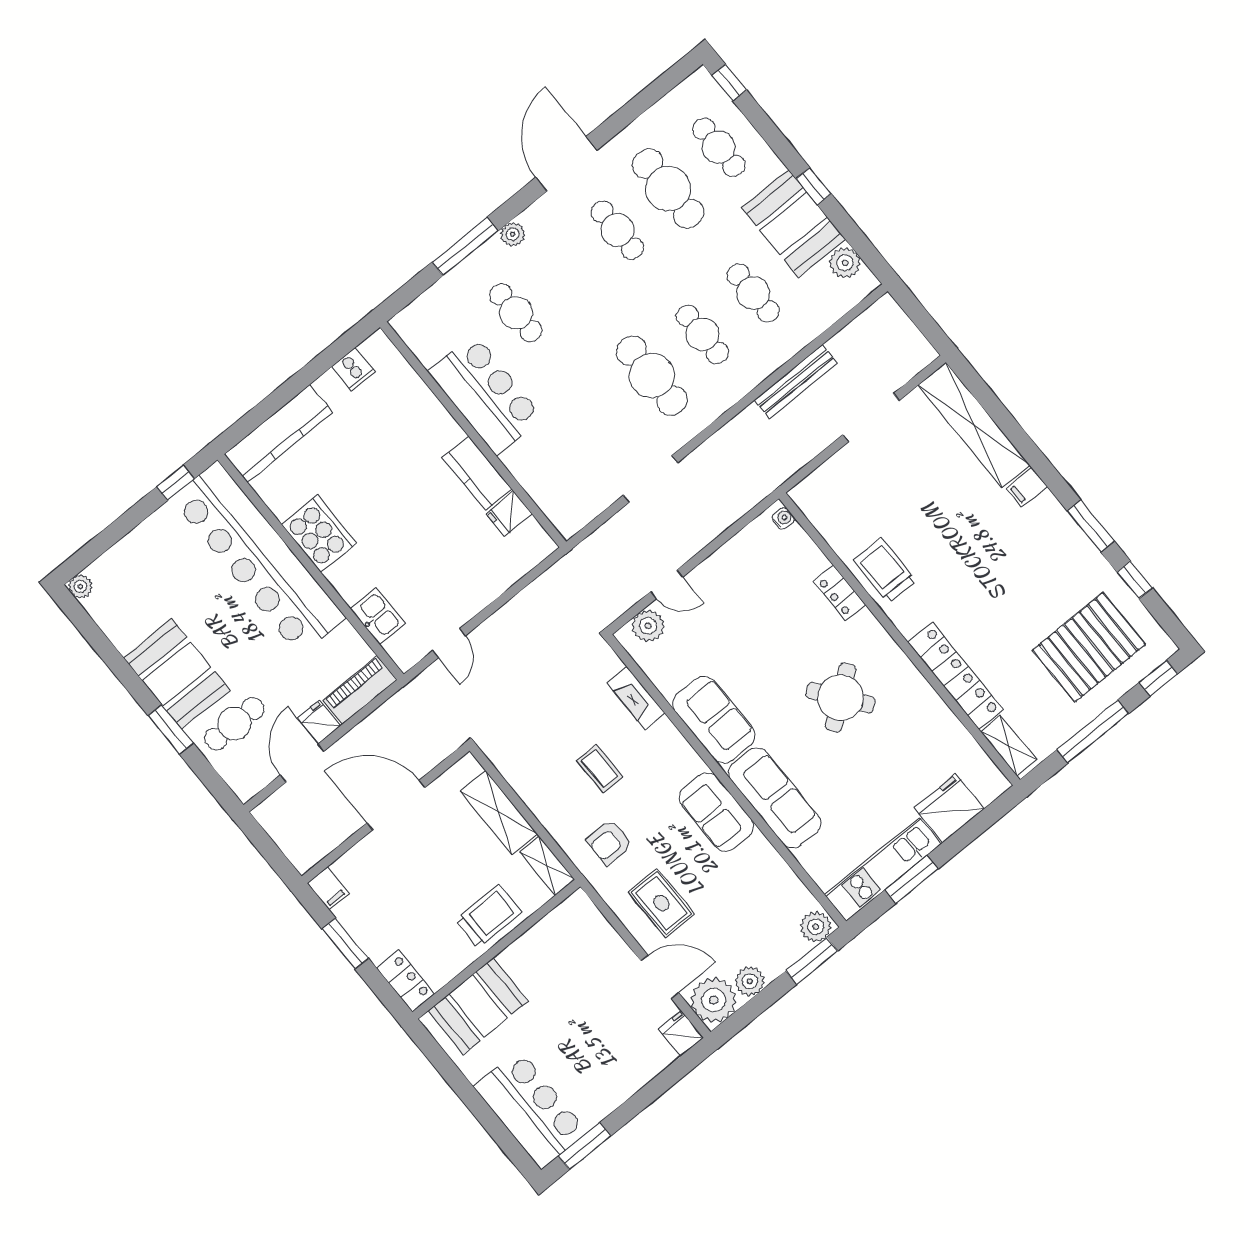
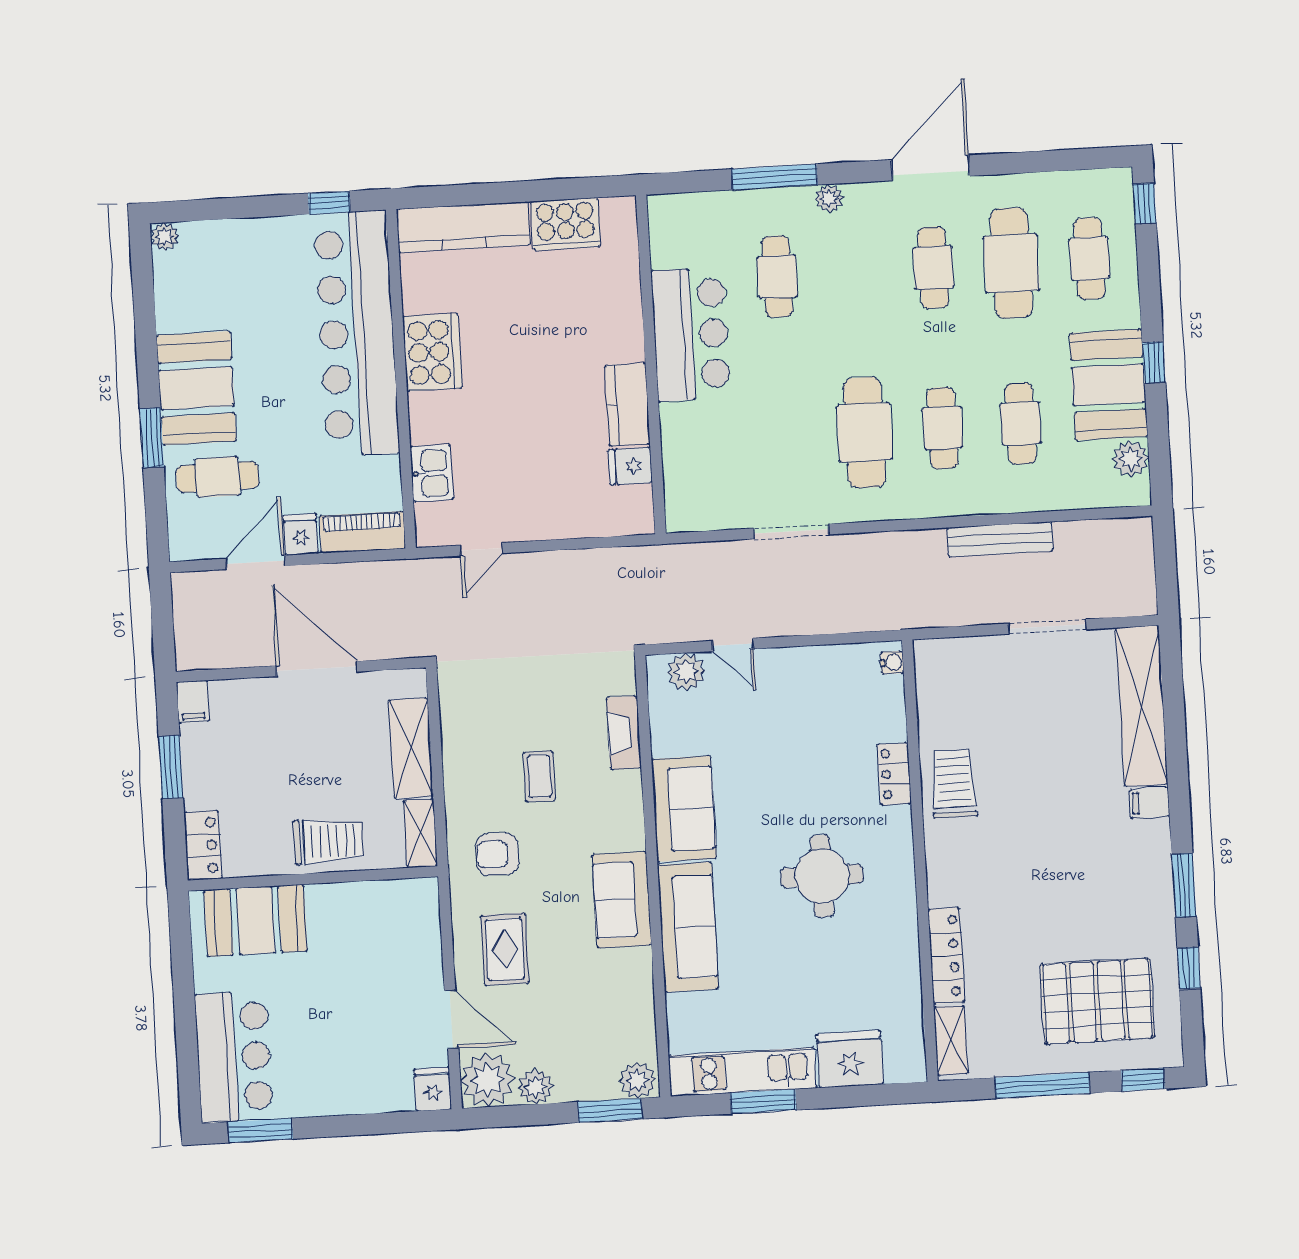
cooker: (353, 369) -> (565, 224), width x1.87, depth x1.31
locker: (956, 676) -> (946, 956), width x0.71, depth x0.83
round table: (841, 698) -> (822, 876), turned 37

